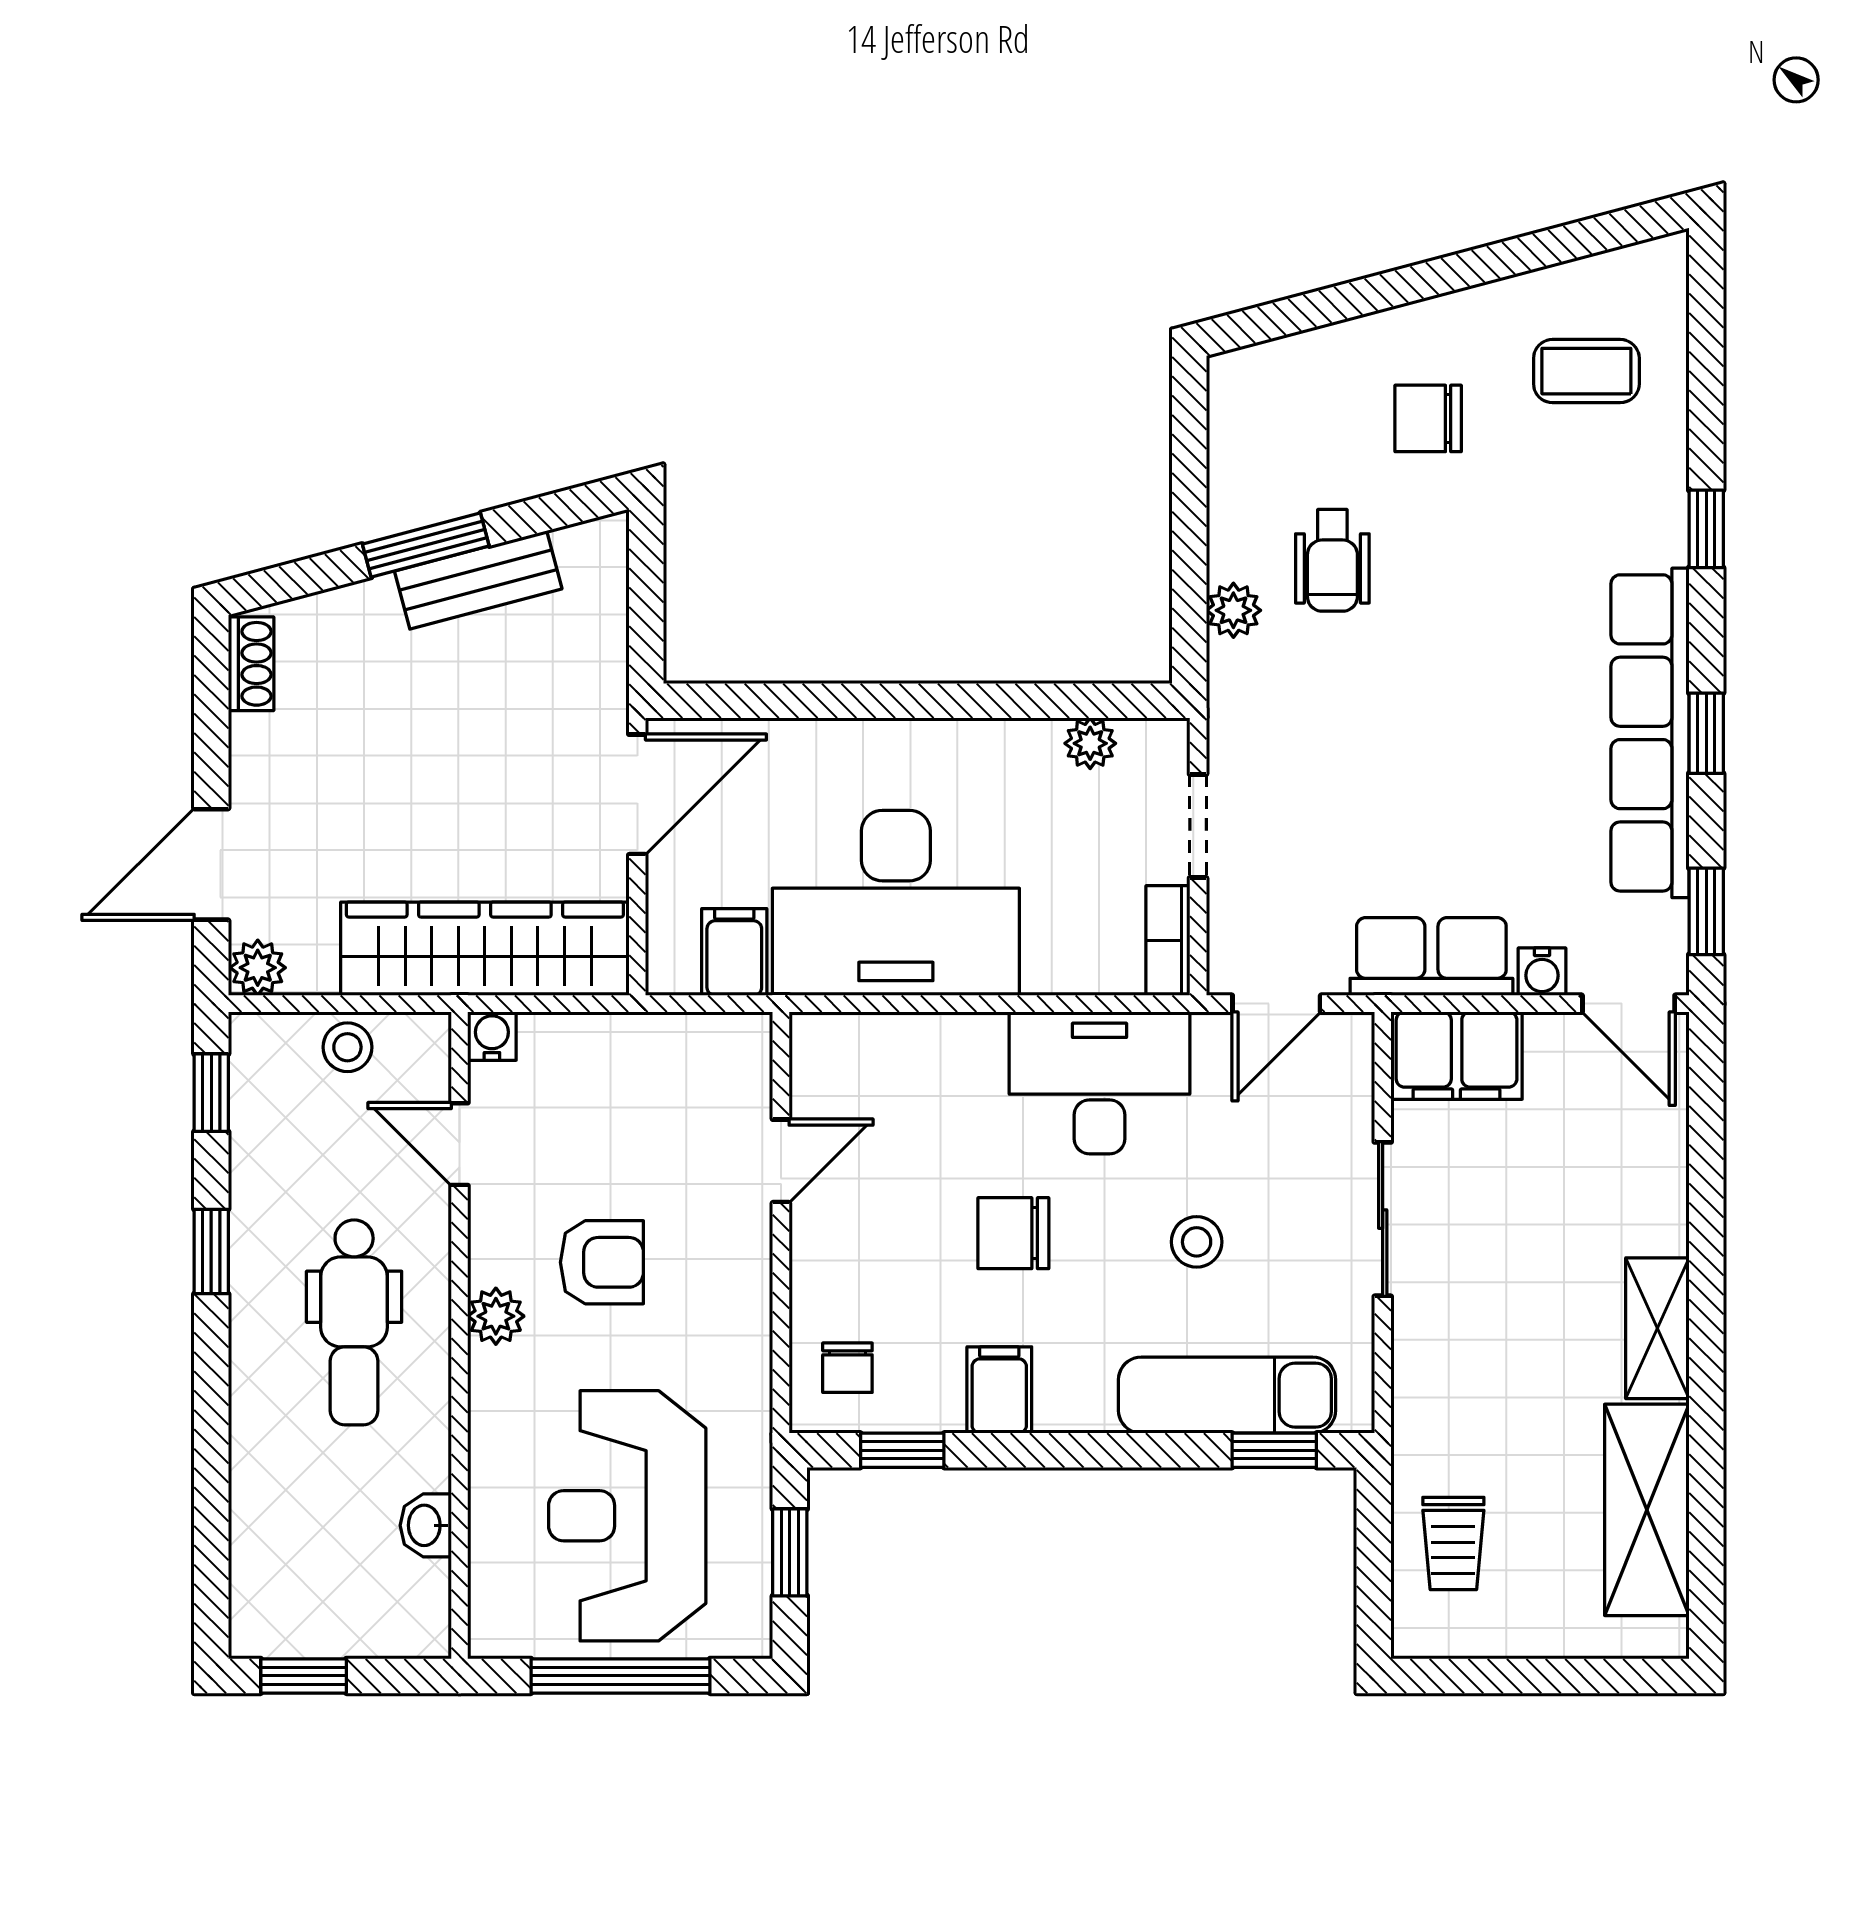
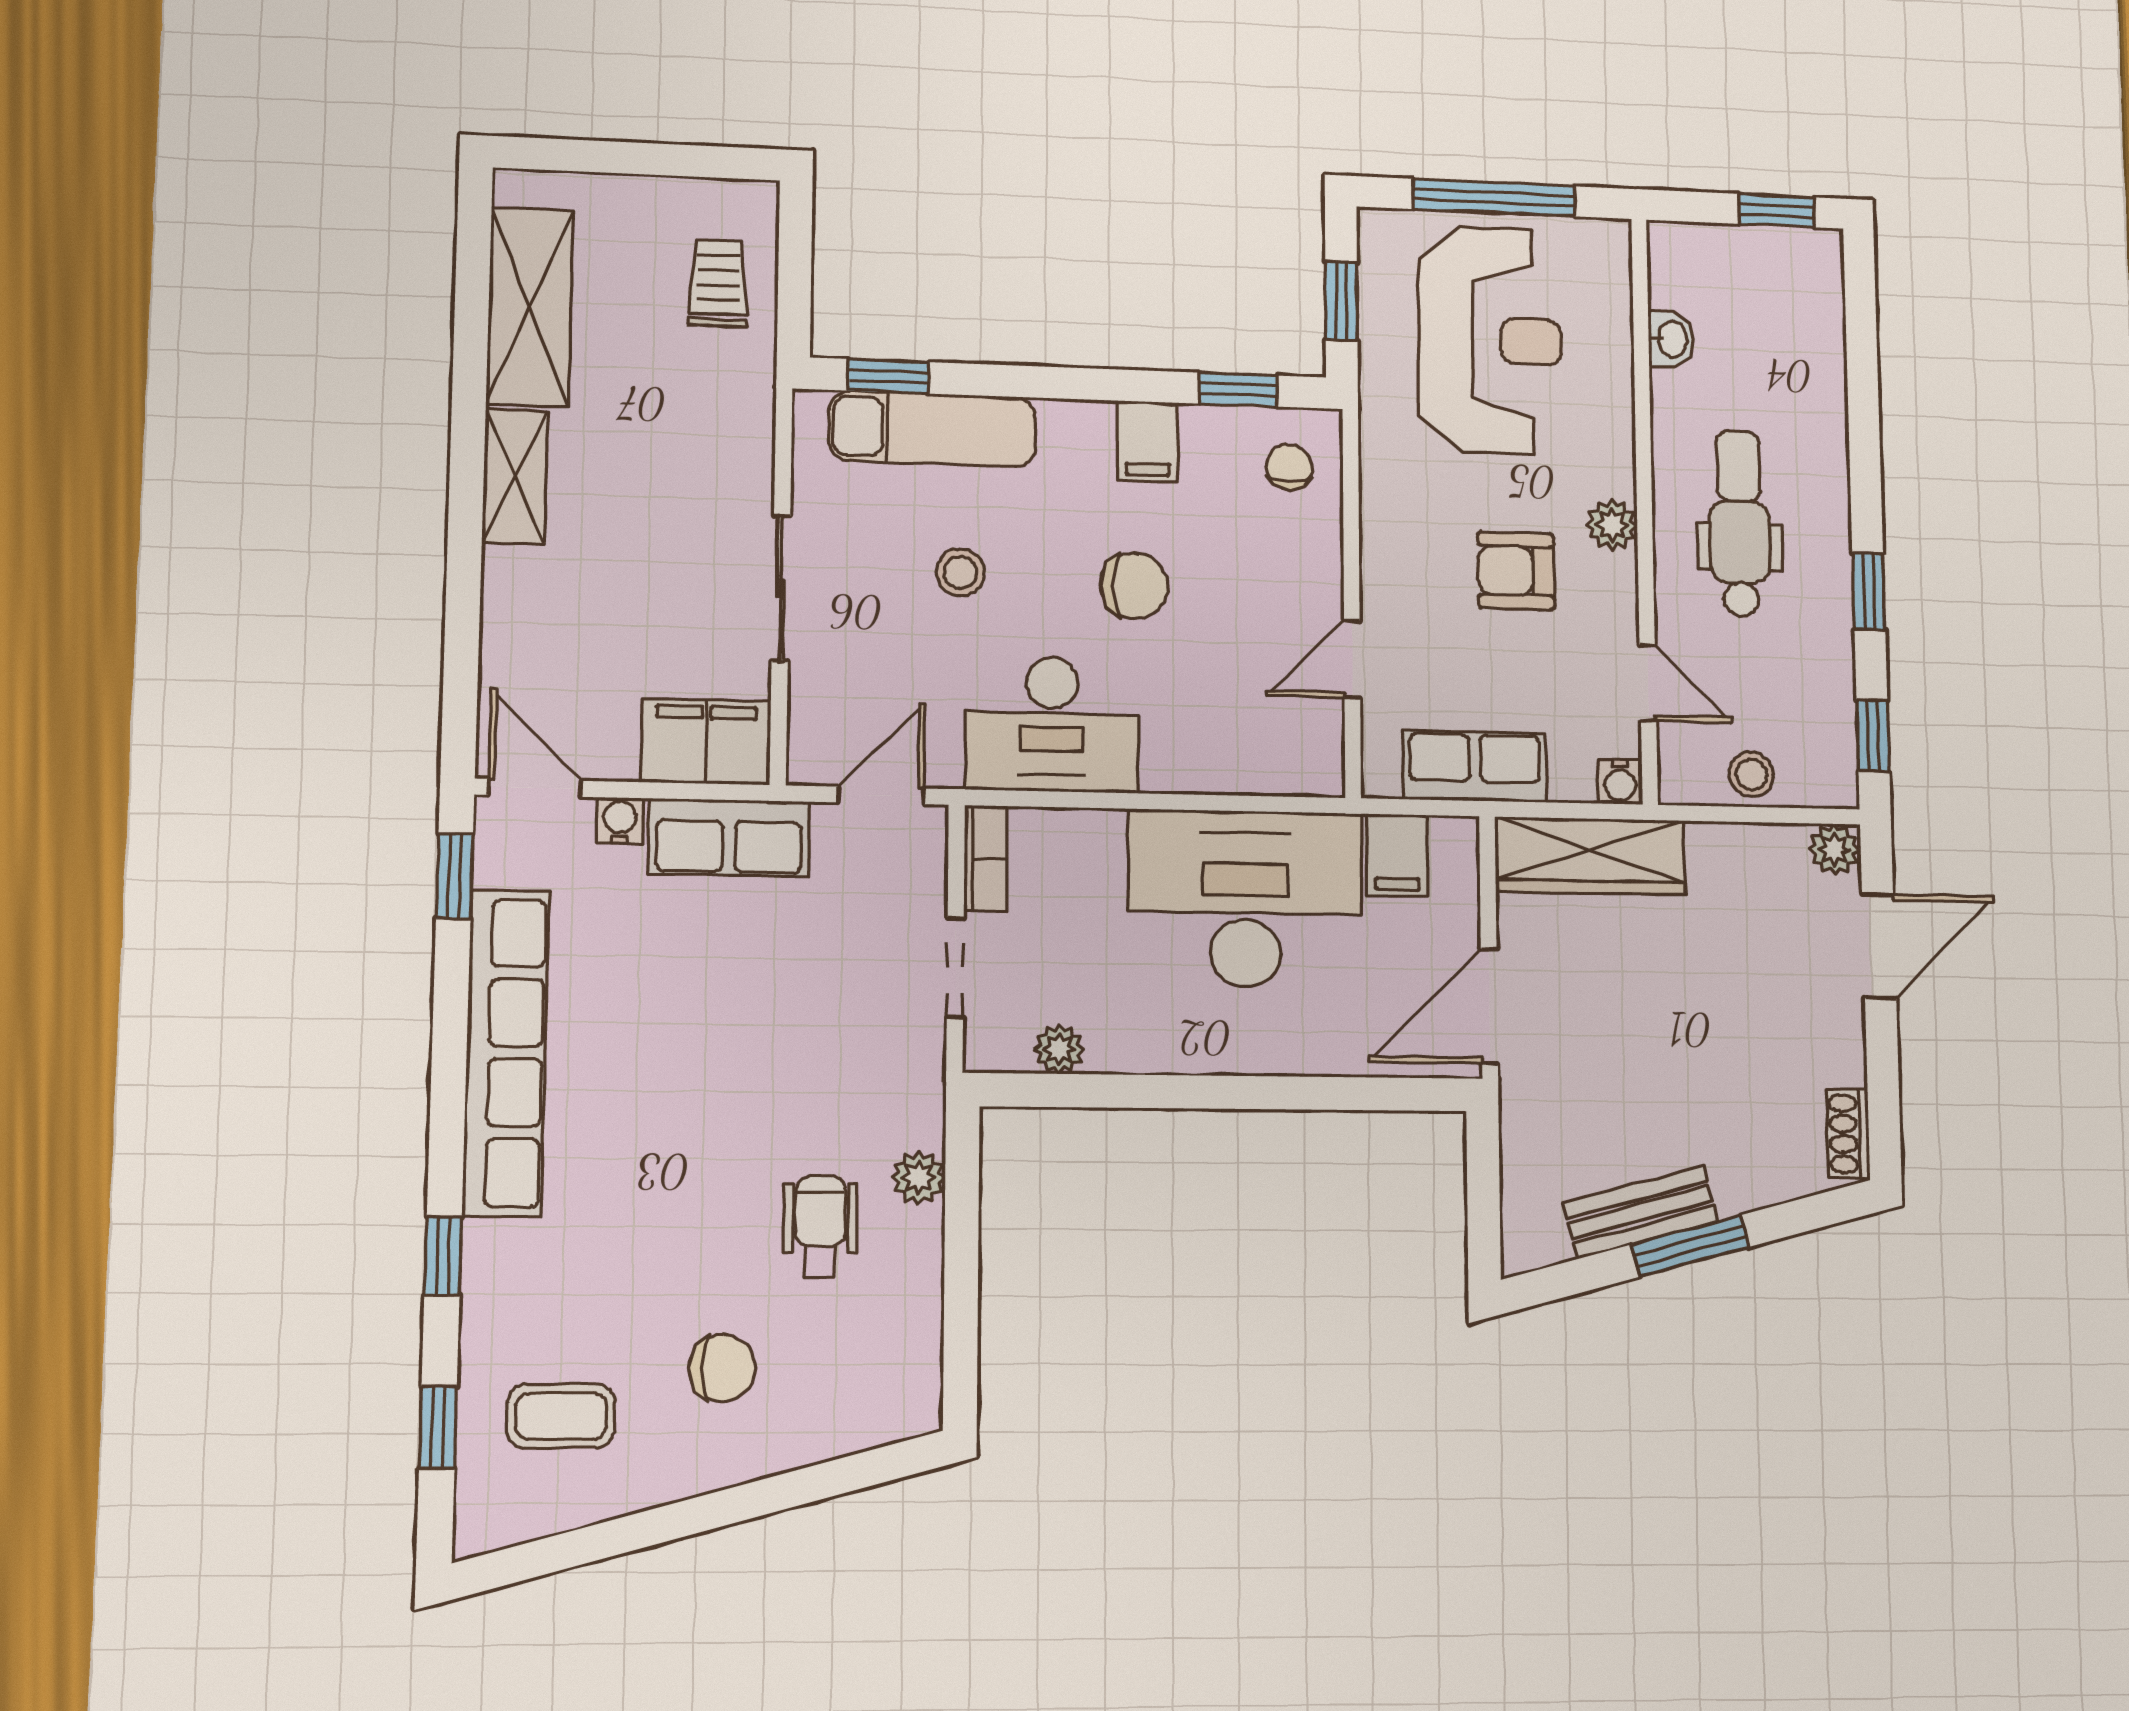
window: (1706, 733) -> (438, 1428), moved
wardrobe: (485, 949) -> (1590, 856), width x0.71, depth x0.85
row of seats: (650, 1049) -> (1475, 766), added

